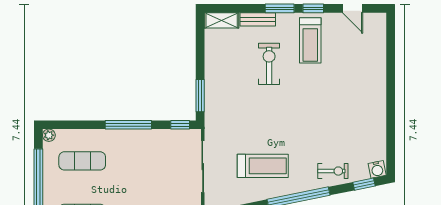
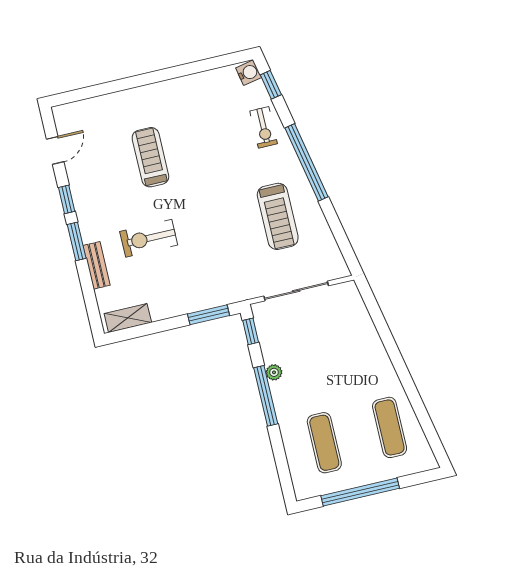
shelving: (222, 20) -> (128, 318), moved, turned 90
treadmill: (310, 40) -> (150, 157), moved, turned -90
plant: (49, 135) -> (274, 372), moved
treadmill: (263, 166) -> (278, 216), turned 180
exercise bike: (333, 171) -> (264, 127), turned 180

